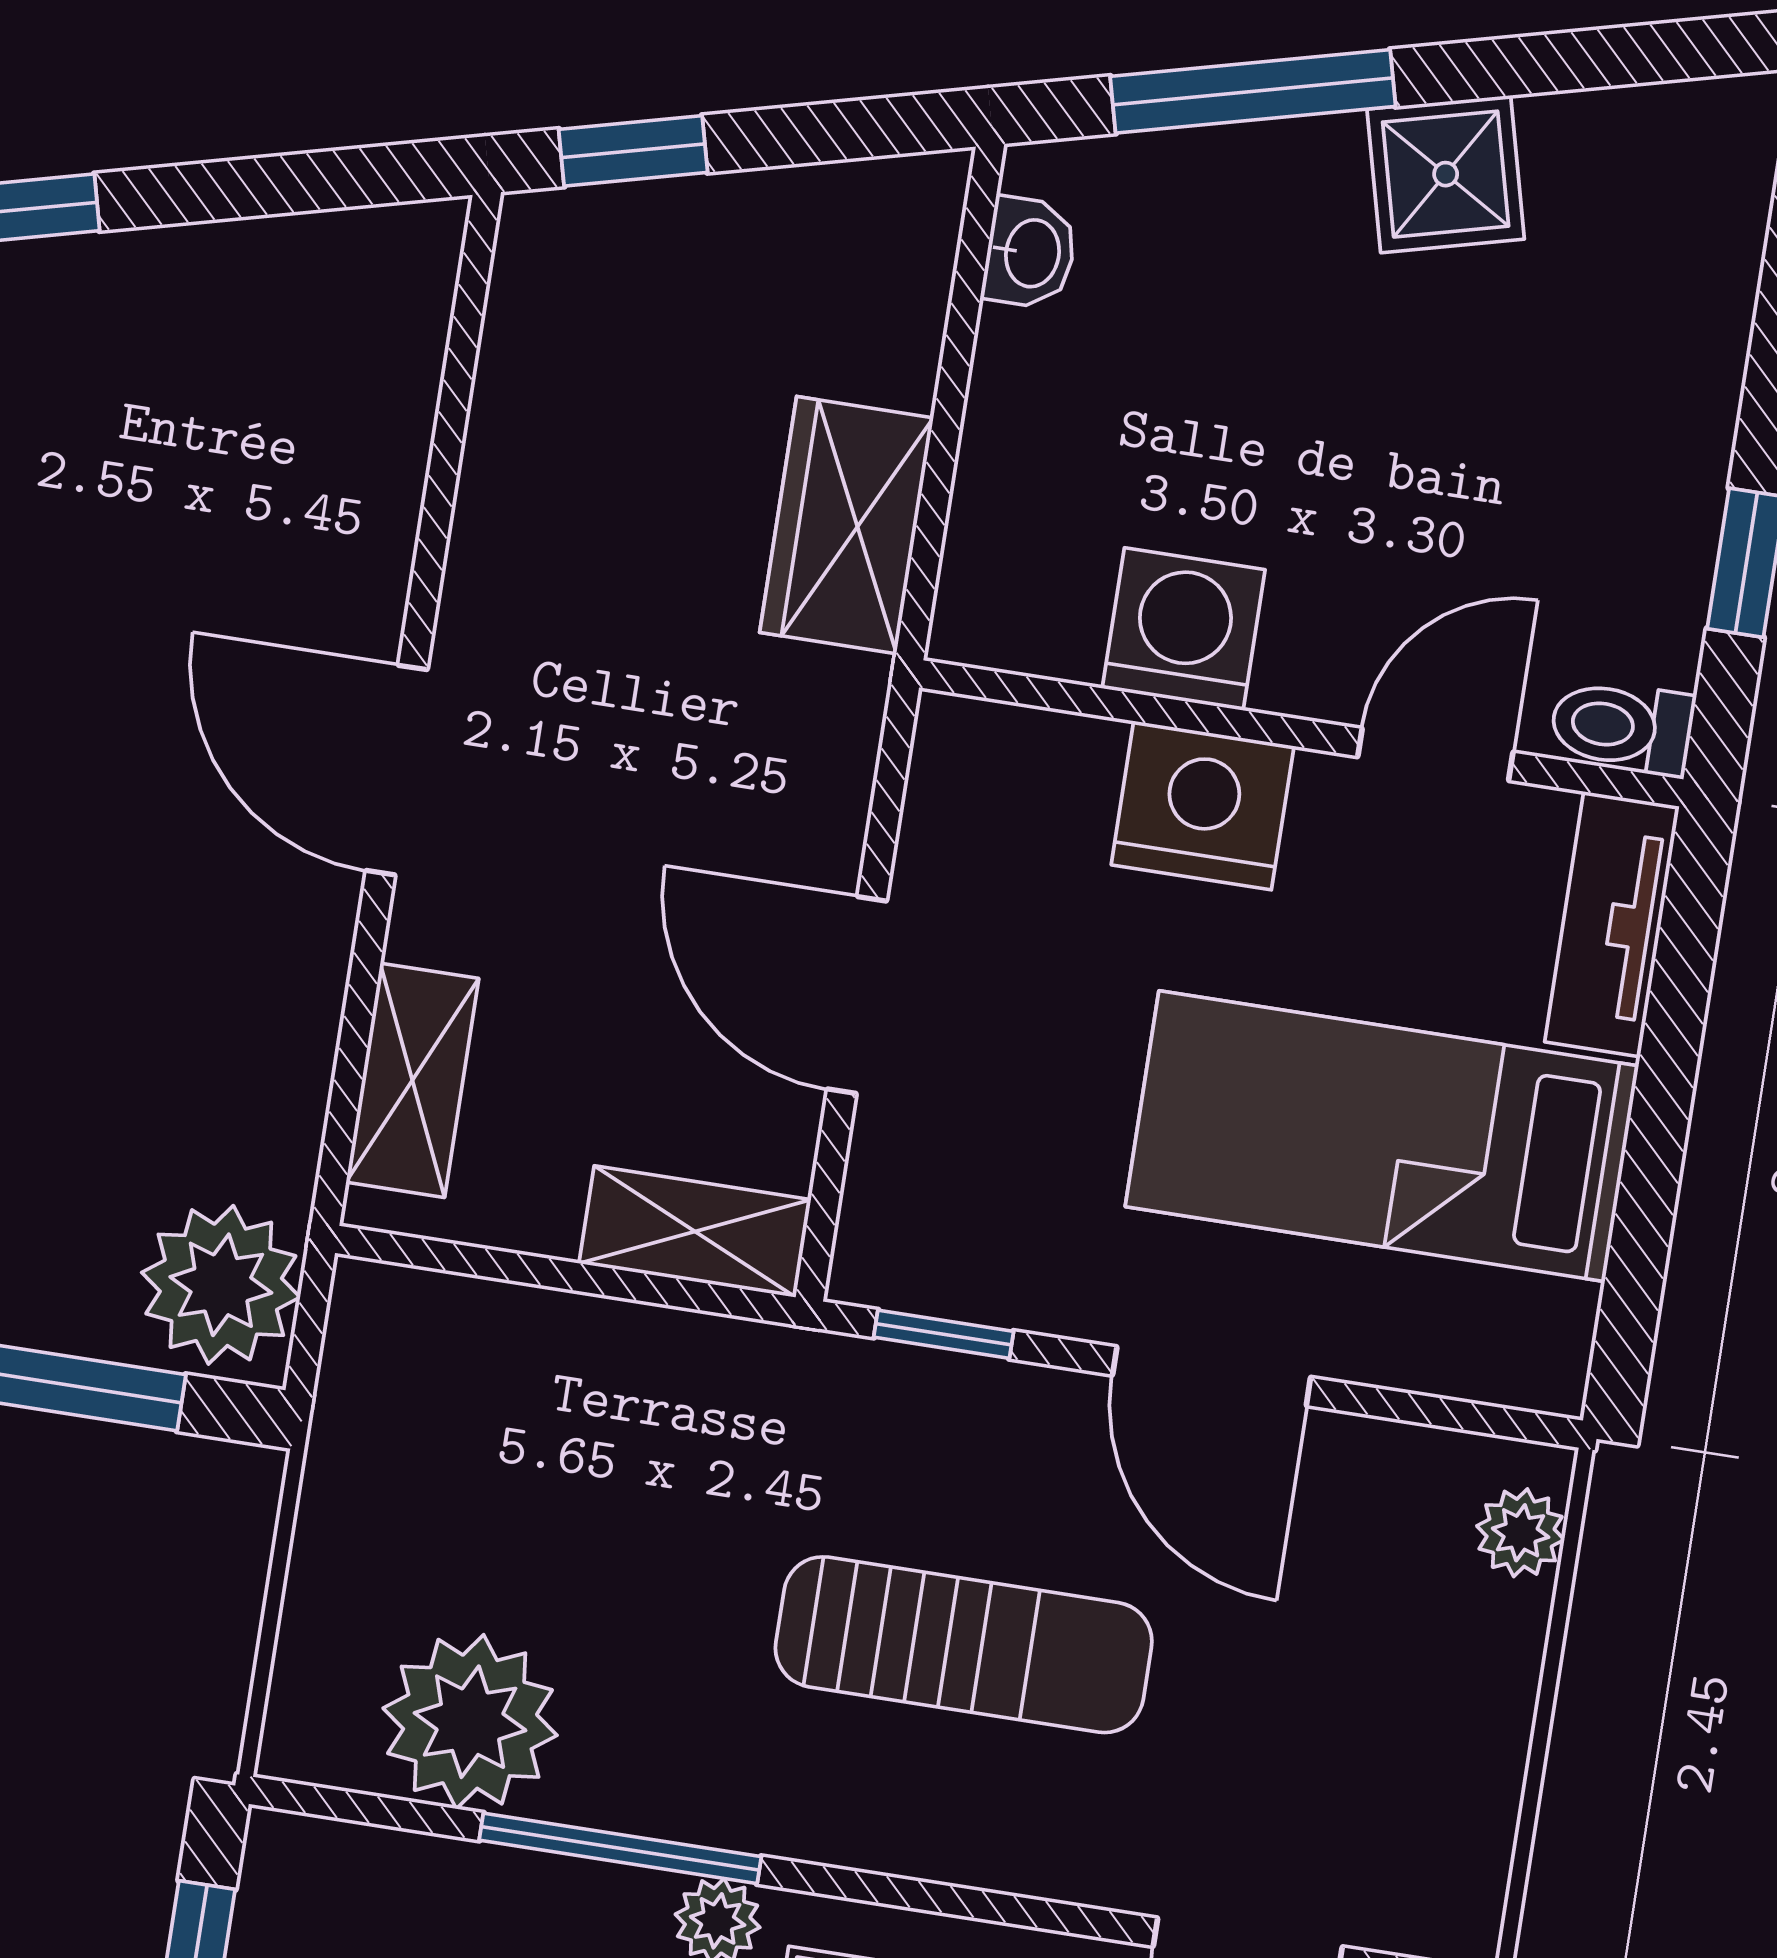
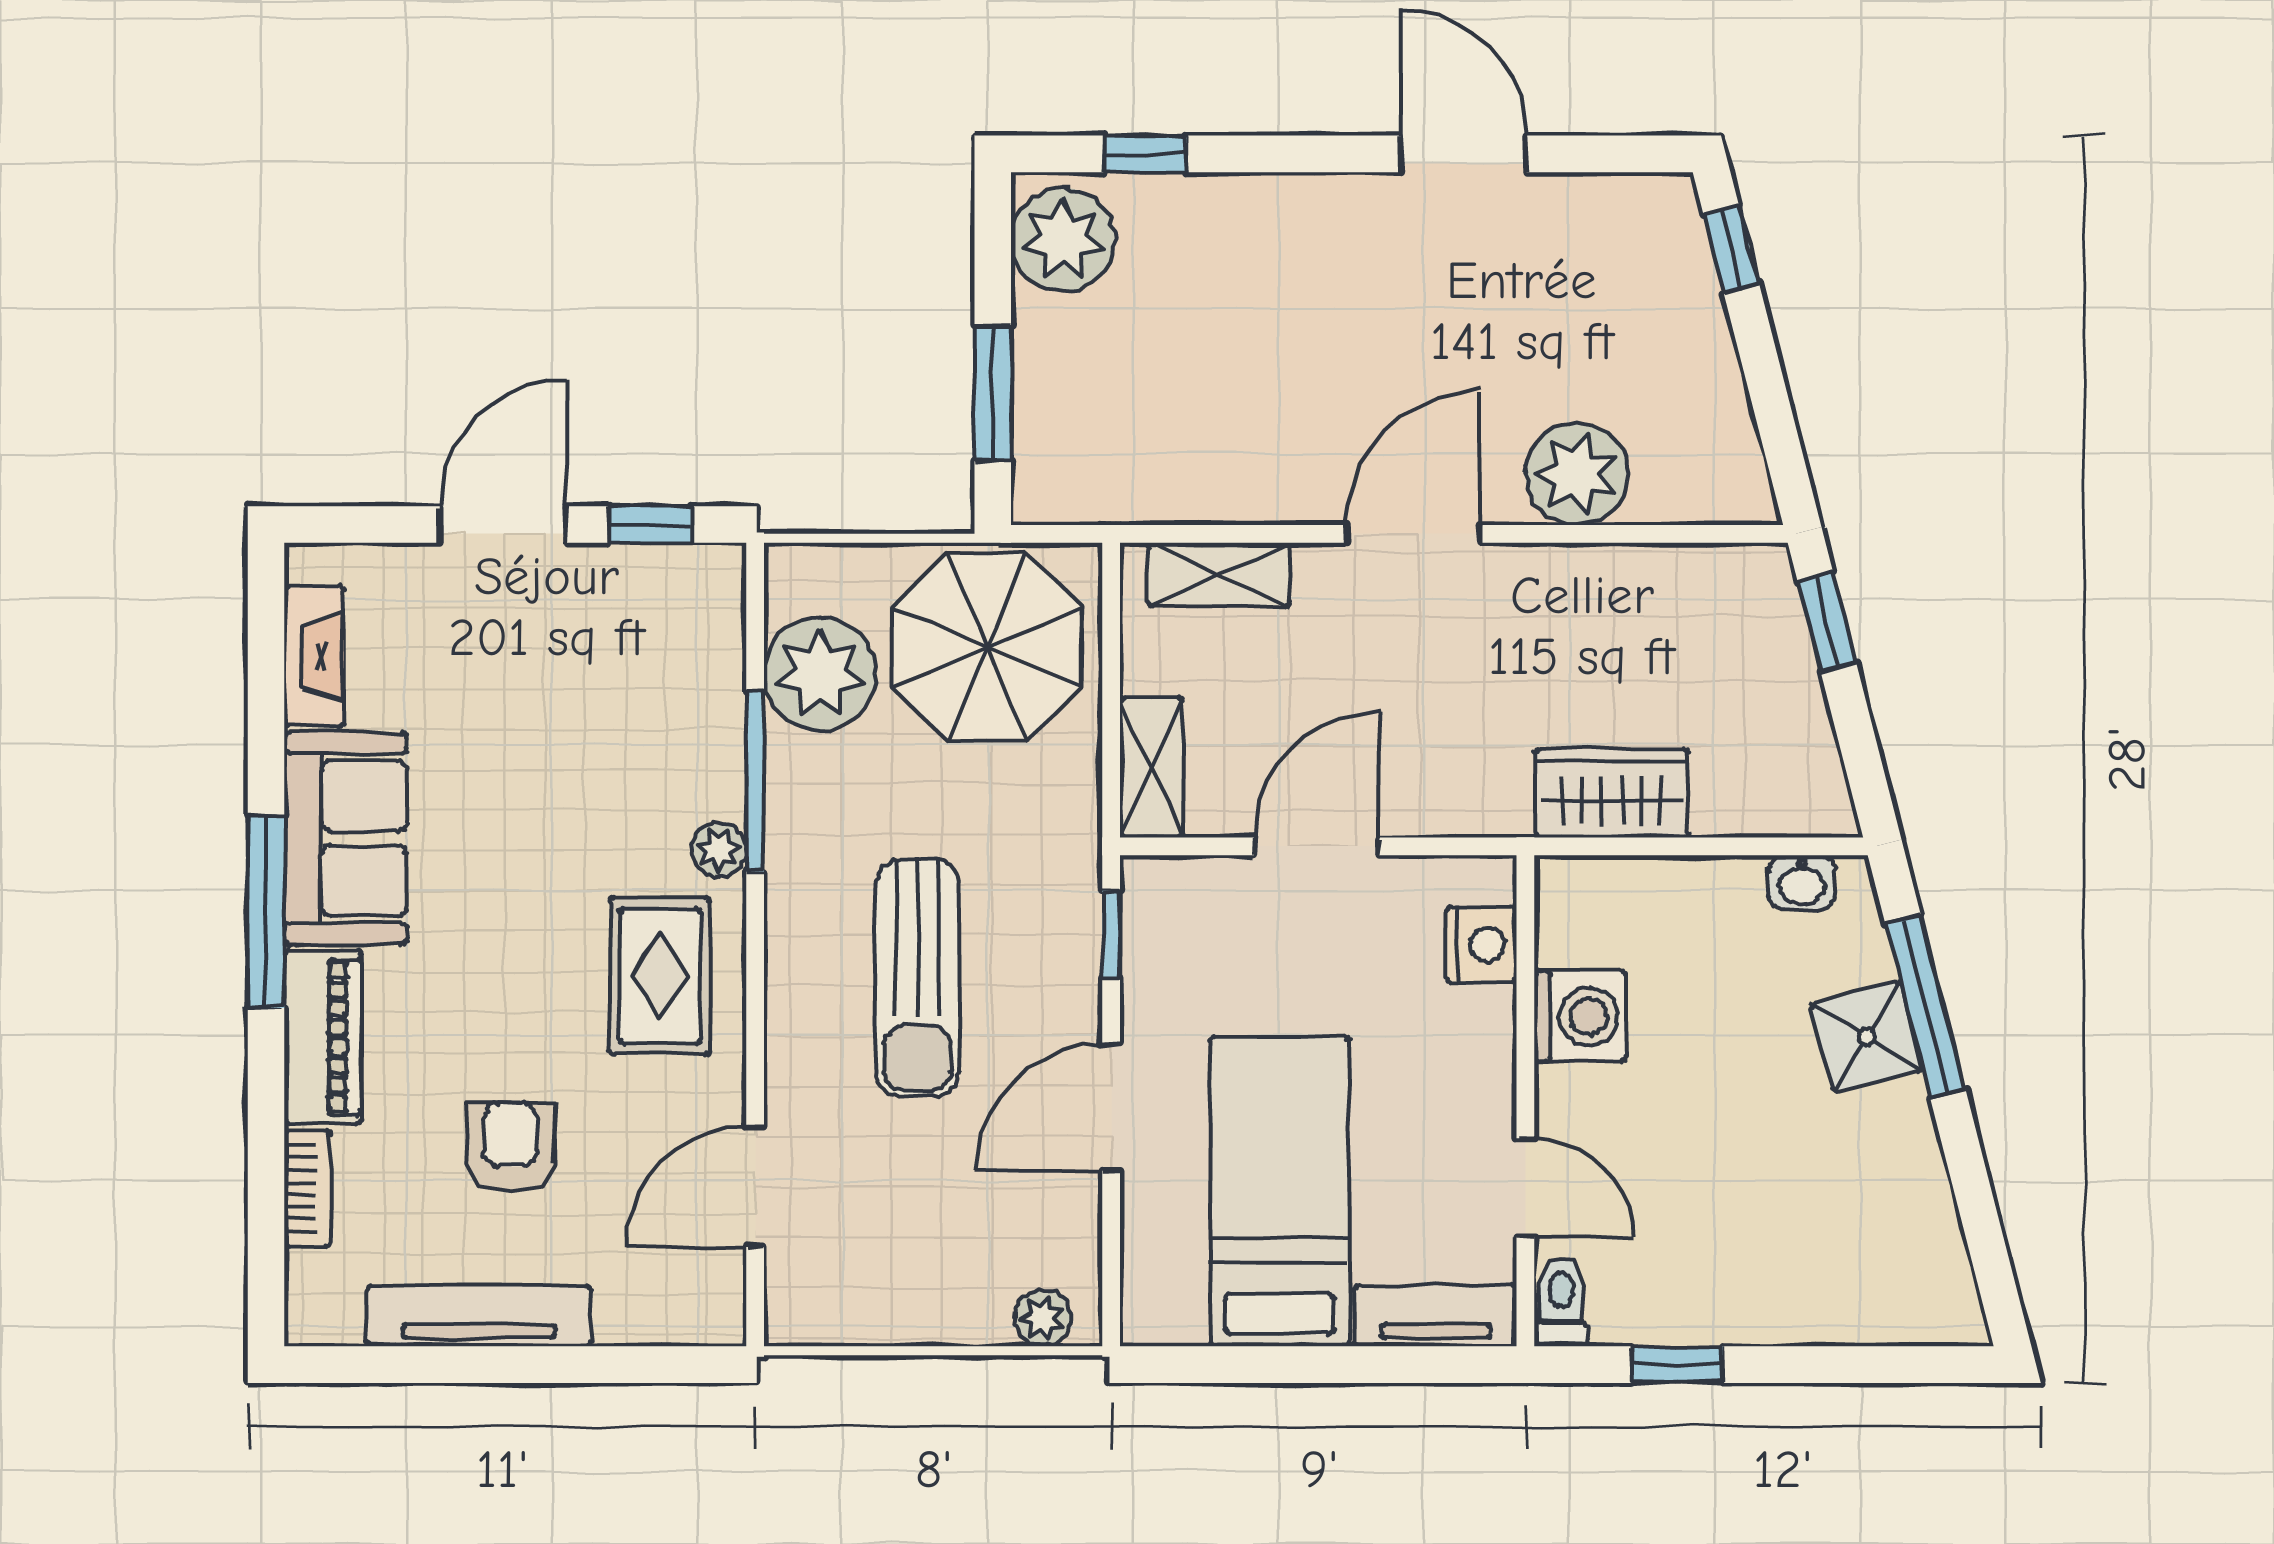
shower: (1446, 174) -> (1867, 1037), moved
nightstand: (1203, 805) -> (1482, 944), moved, width x0.74, depth x0.75
plant: (221, 1285) -> (1577, 474), moved
parasol: (469, 1457) -> (987, 647), added

